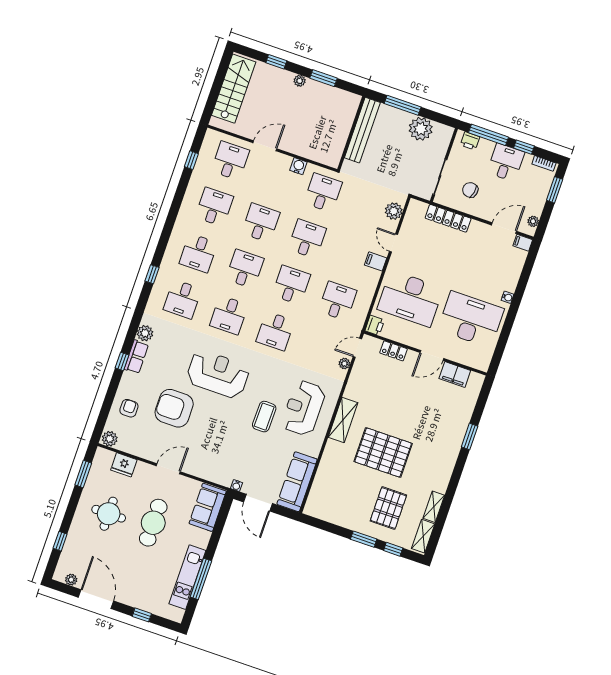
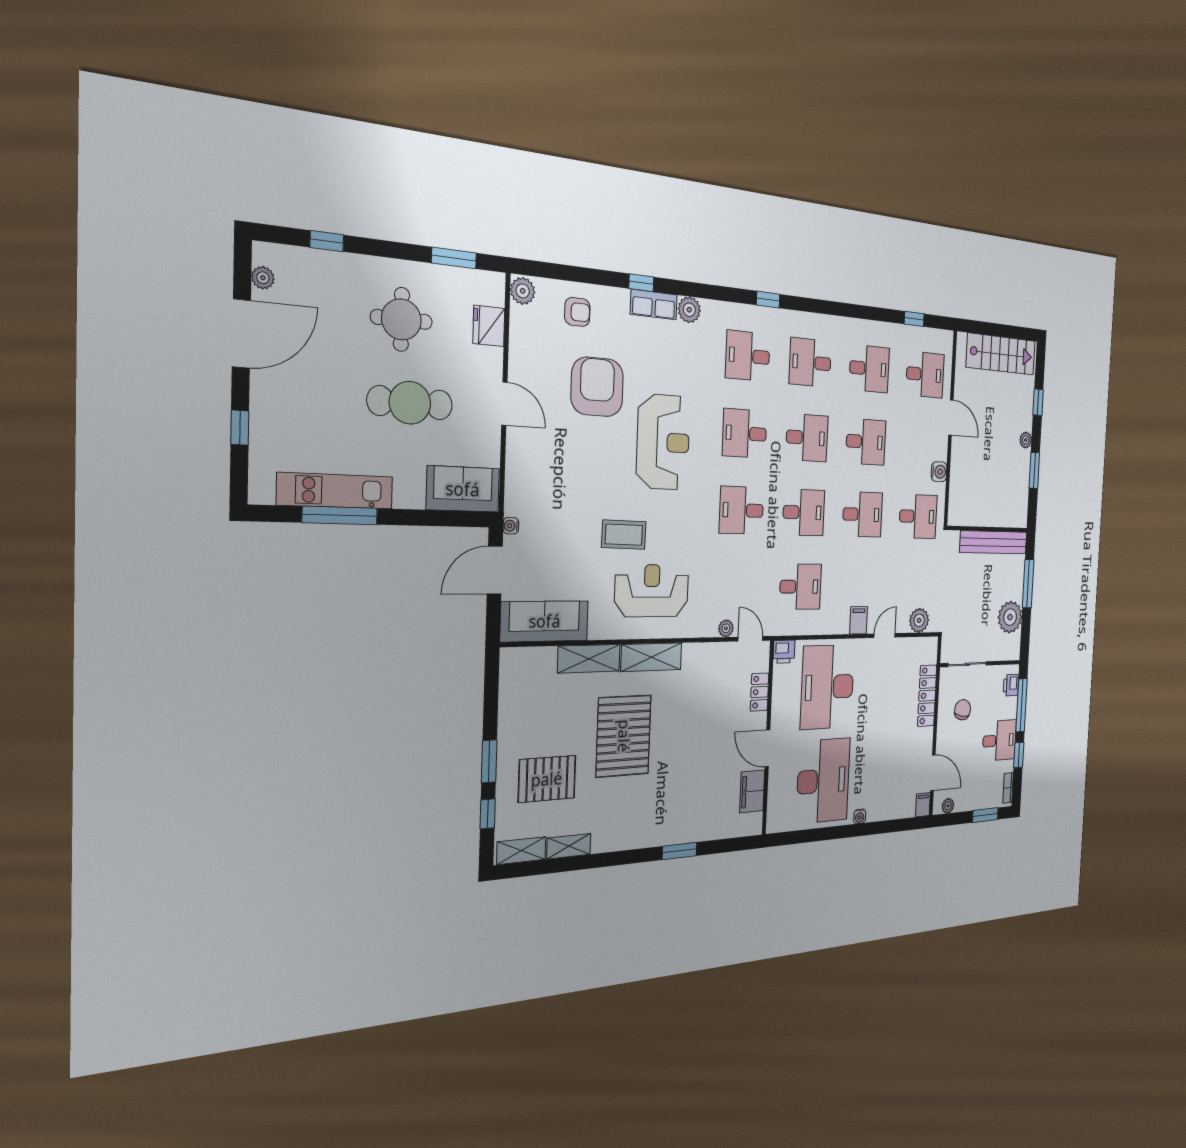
shelving: (329, 461) -> (589, 659), added

